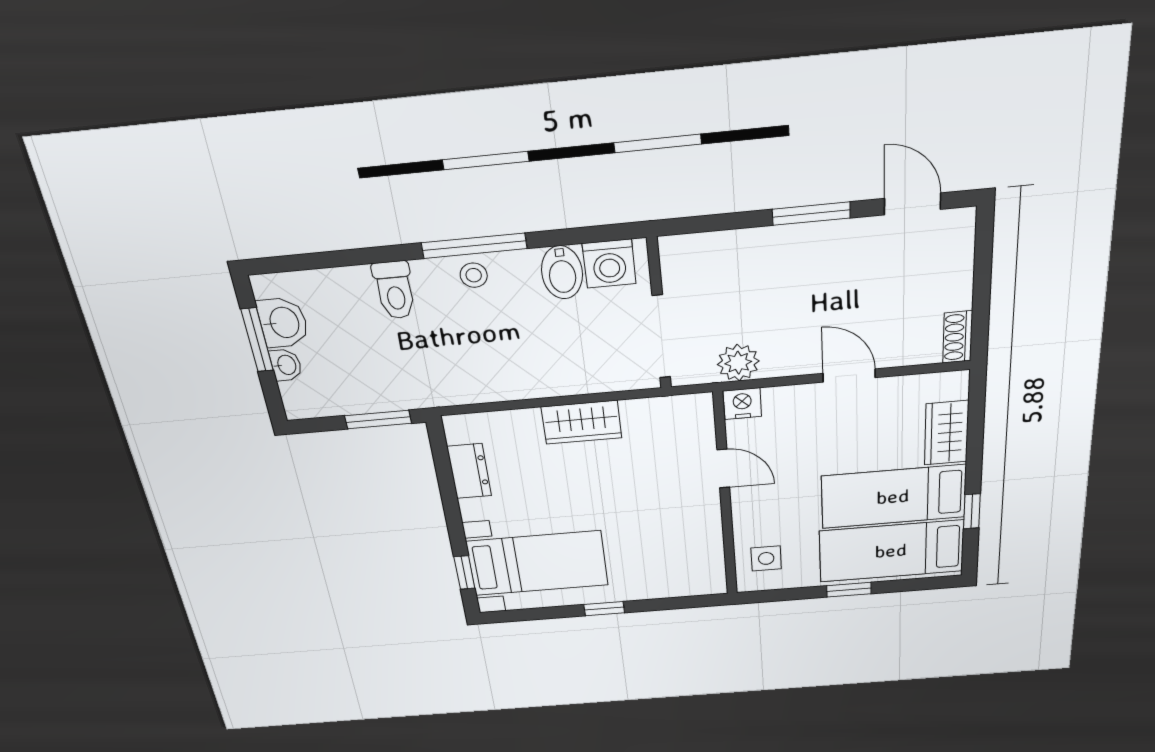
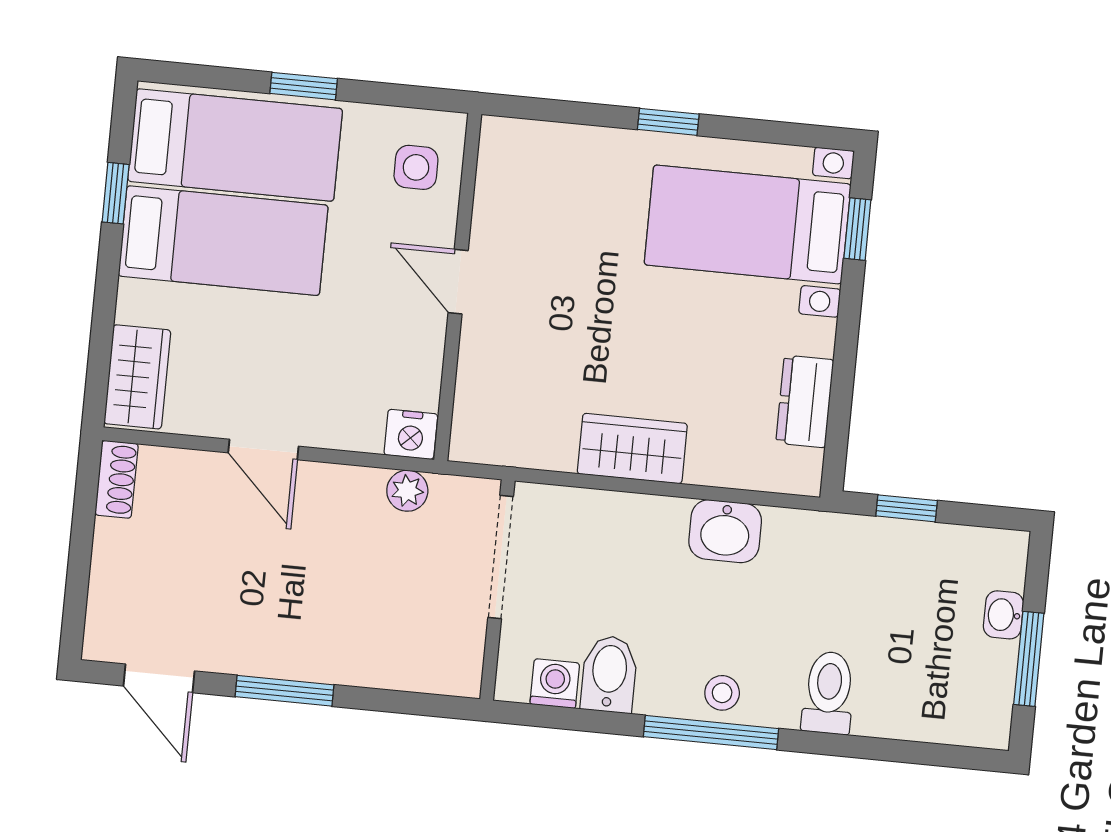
washing machine: (609, 264) -> (555, 684), width x0.73, depth x0.73
washbasin: (283, 323) -> (725, 531), moved, turned -90
plant: (738, 363) -> (407, 491), width x0.73, depth x0.73
window: (378, 419) -> (907, 508), width x0.67
wardrobe: (947, 433) -> (137, 377), moved
door: (723, 469) -> (458, 282), moved

